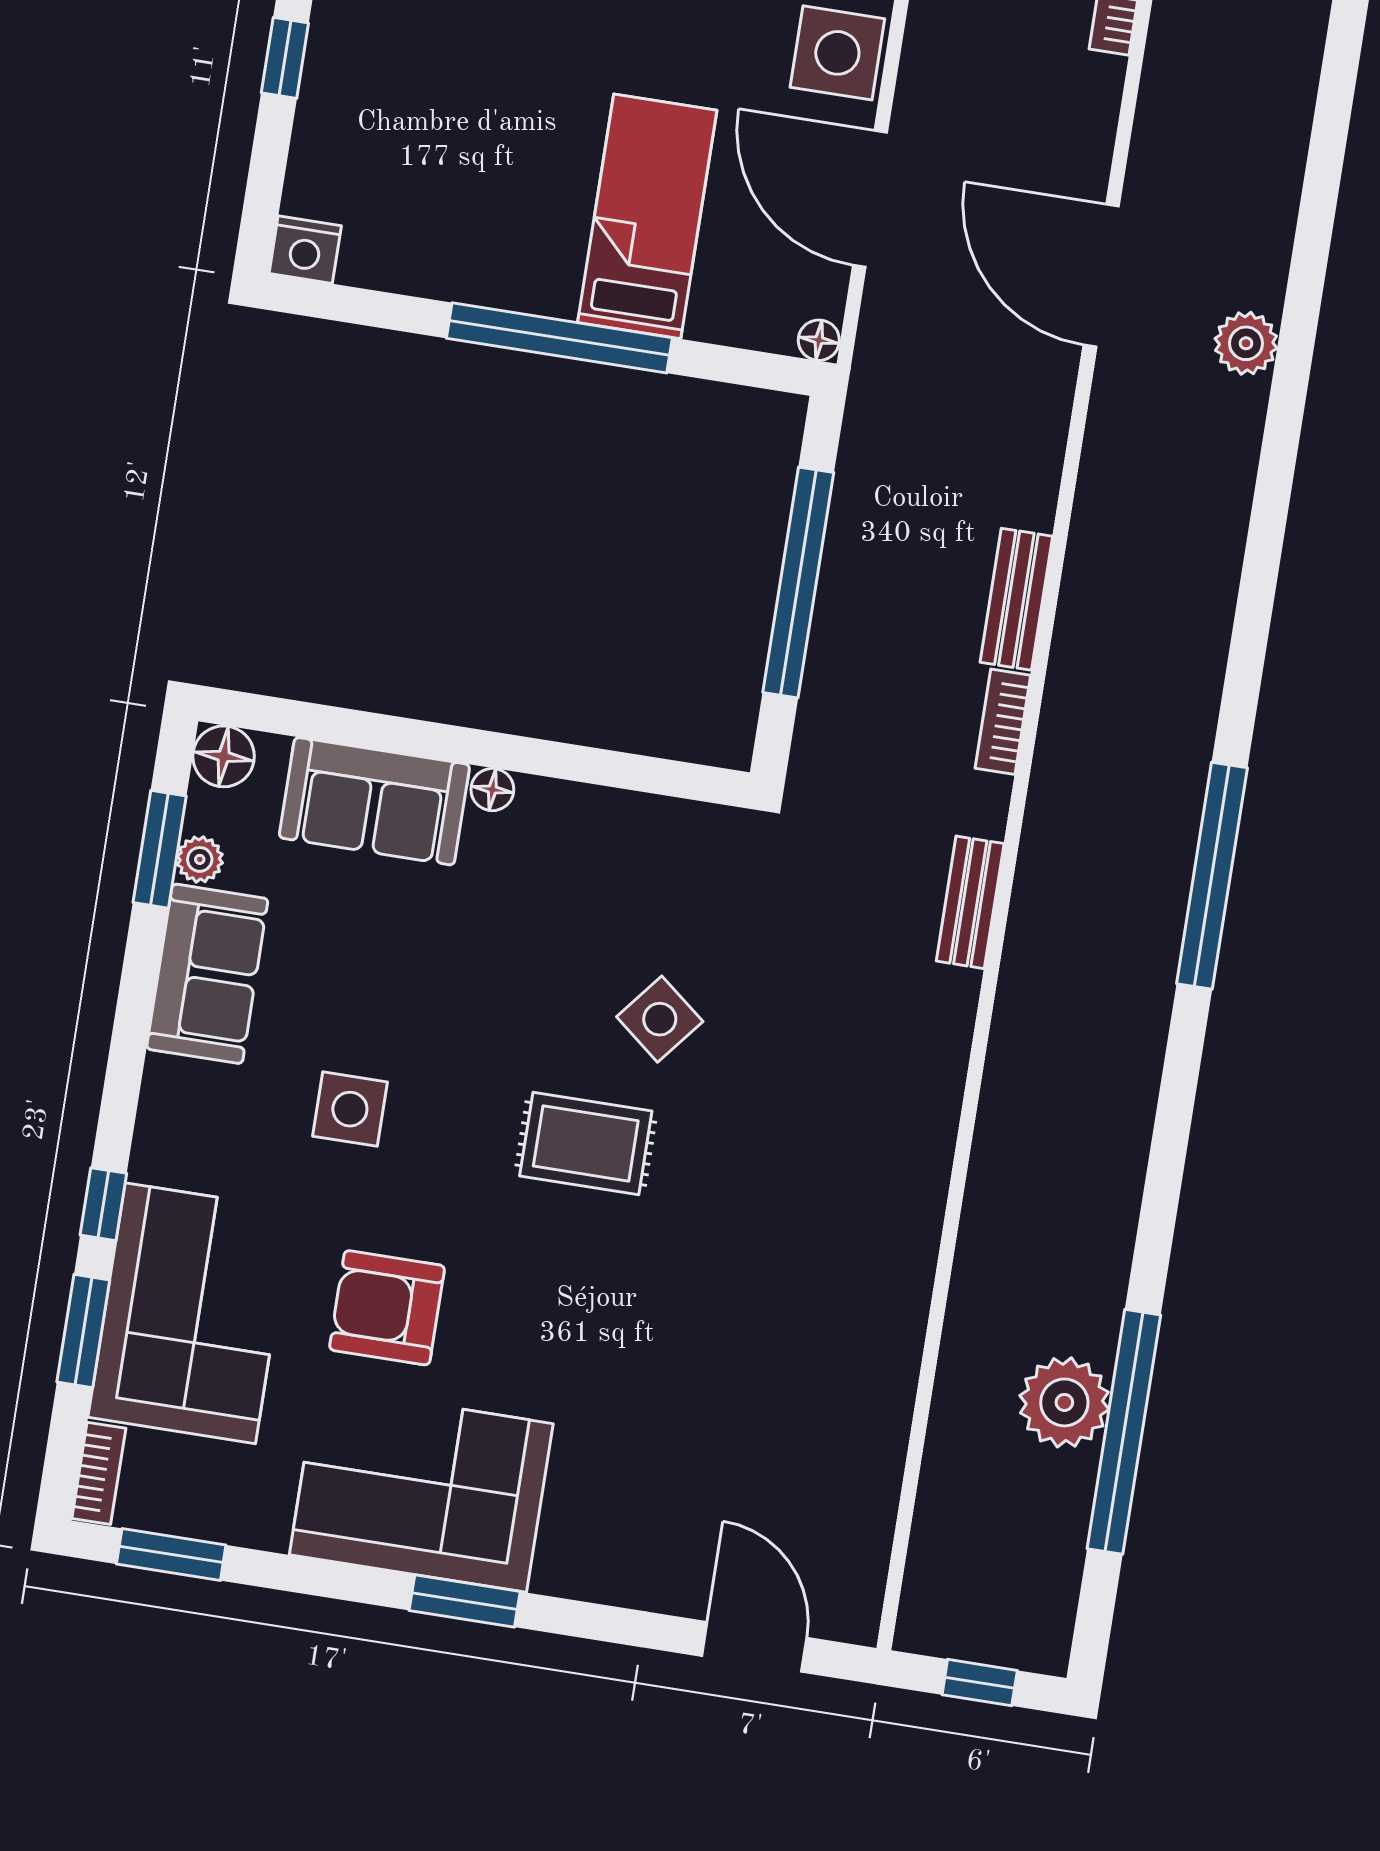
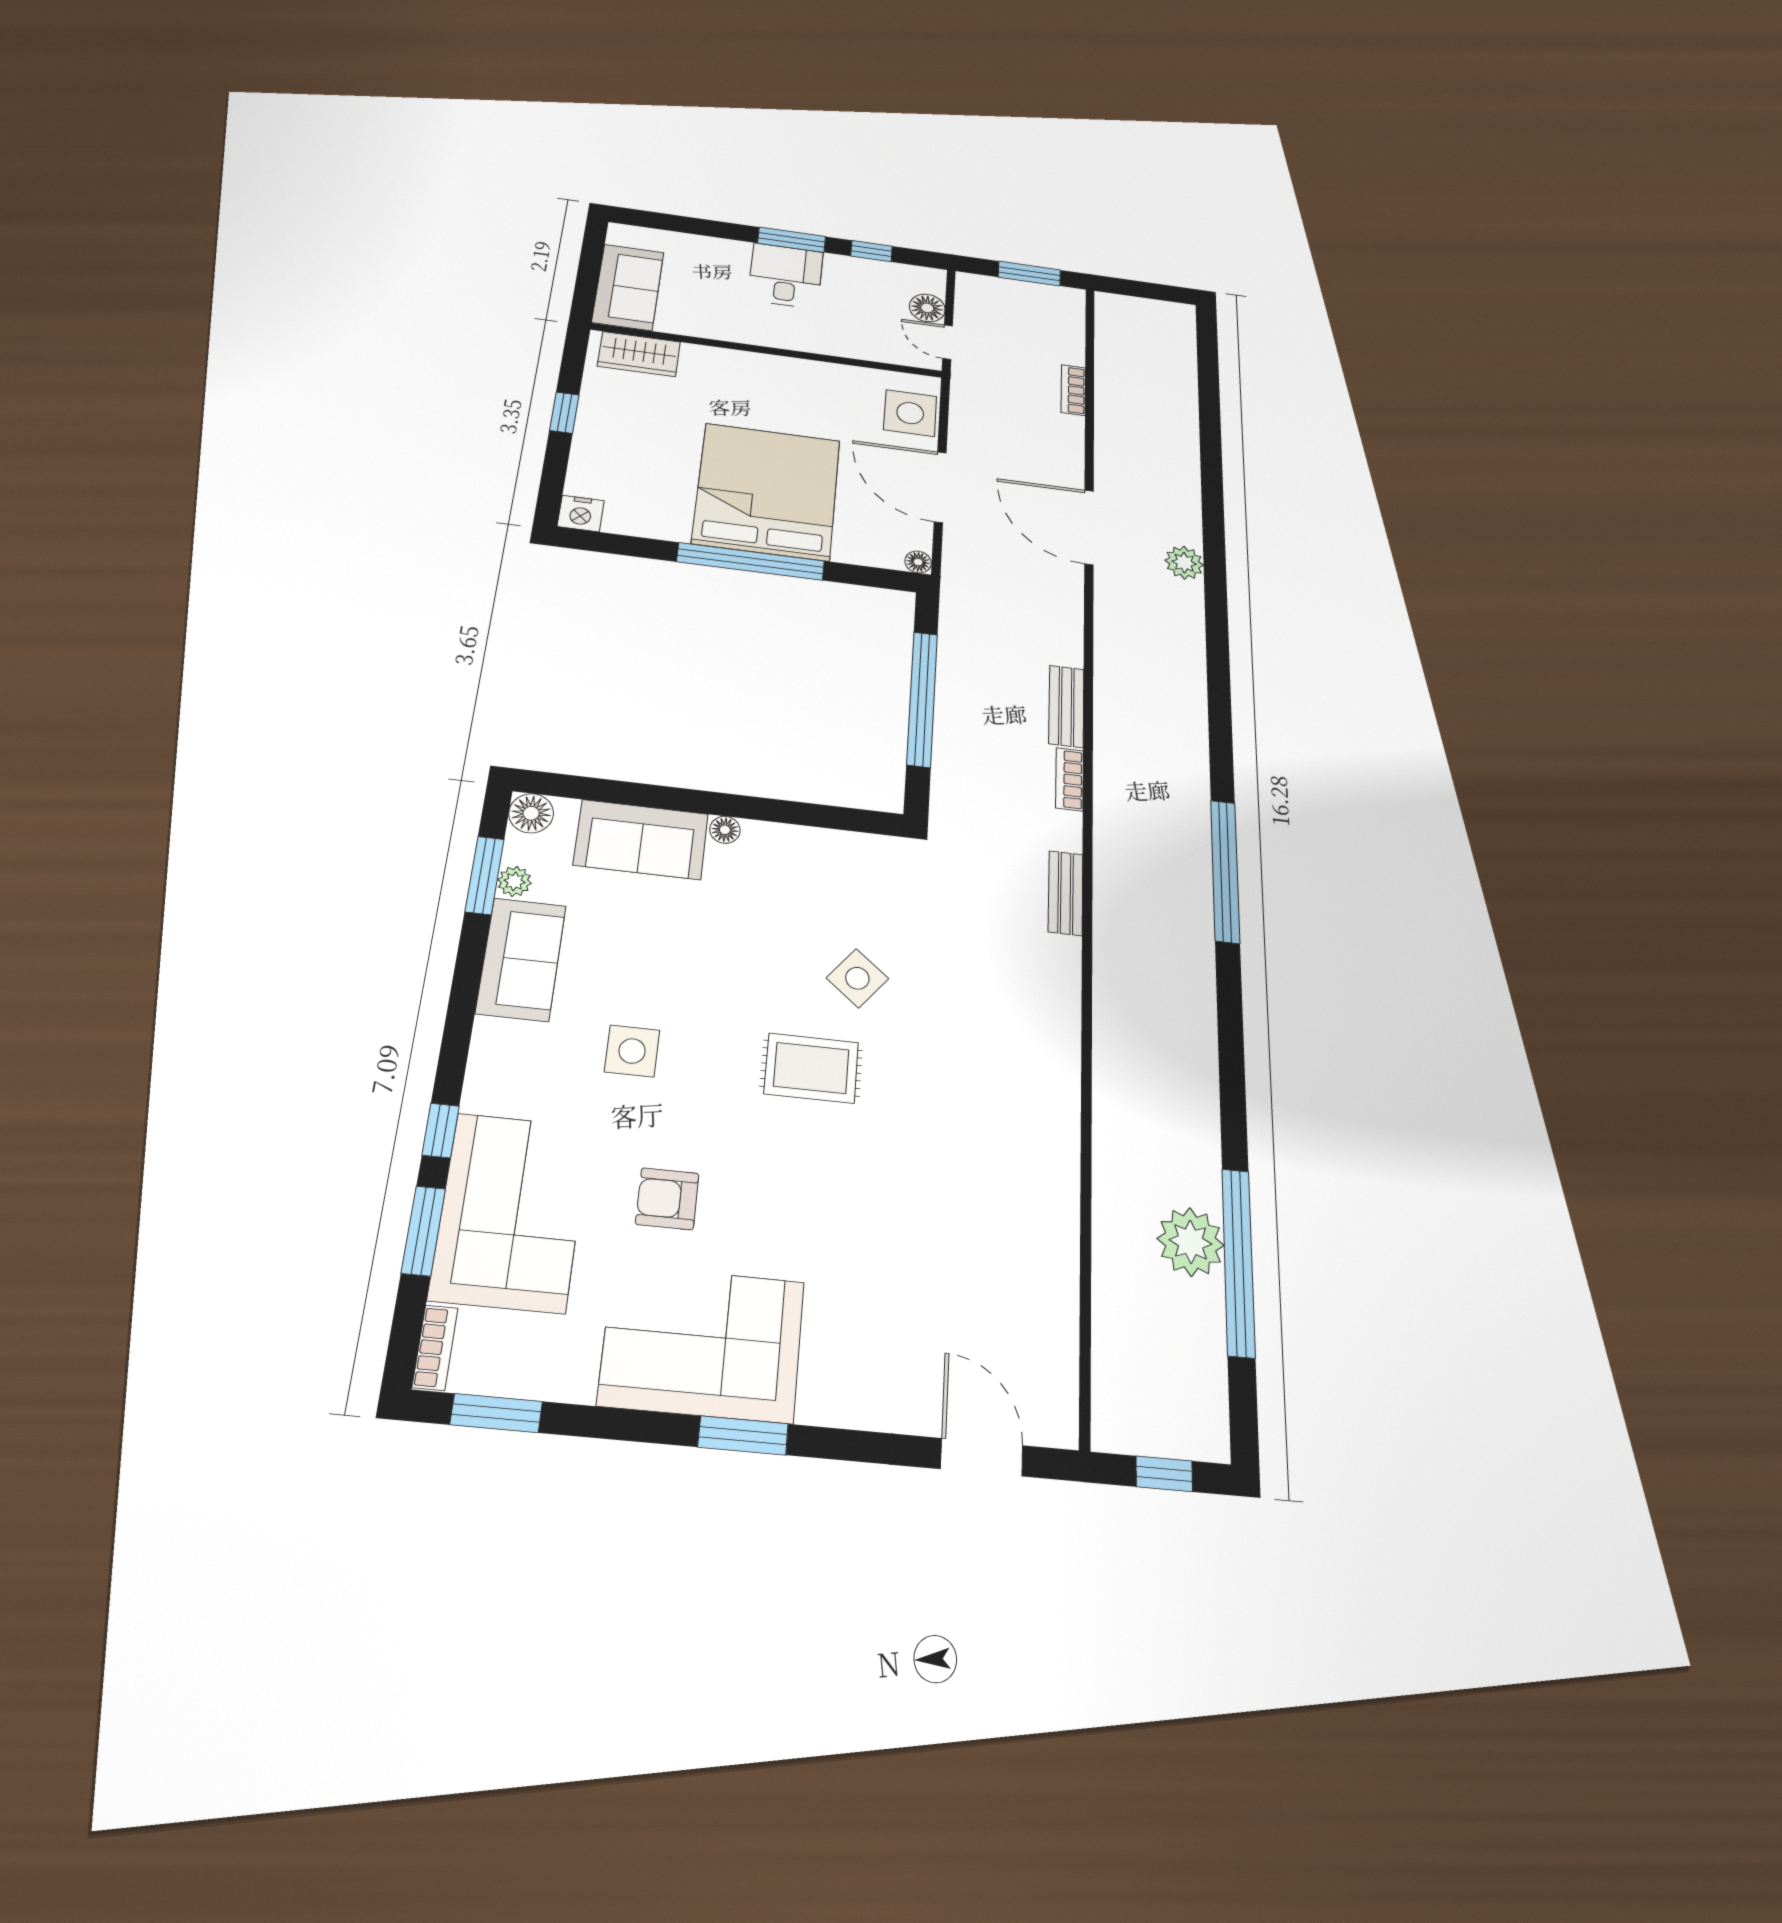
bed: (647, 216) -> (767, 491), width x2.04
armchair: (387, 1308) -> (667, 1199), width x0.72, depth x0.72

